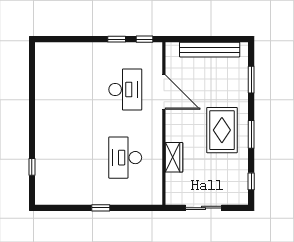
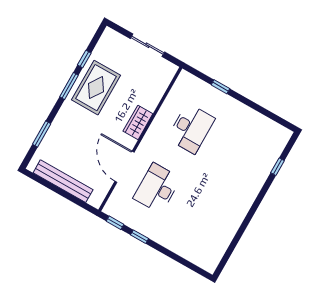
rug: (222, 130) -> (96, 88), moved
wardrobe: (174, 157) -> (138, 122), moved
window: (251, 181) -> (84, 59), moved
window: (101, 208) -> (220, 87), moved

